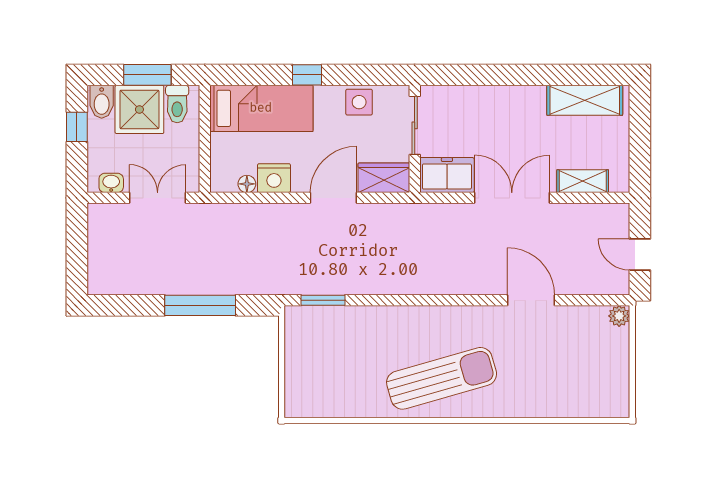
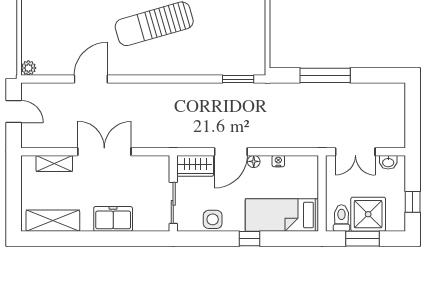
bidet: (102, 102) -> (395, 220), removed
freezer: (447, 175) -> (113, 219), moved, turned 180
nightstand: (274, 178) -> (278, 161), width x0.53, depth x0.56
floor lamp: (247, 184) -> (254, 161), moved
double door: (512, 198) -> (104, 152), swing flipped
door: (531, 300) -> (91, 79), swing flipped

